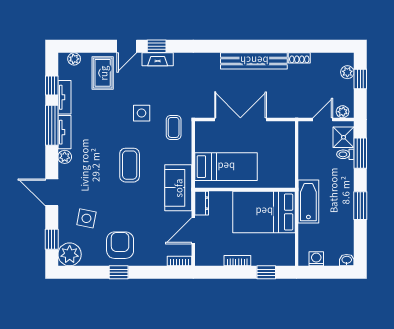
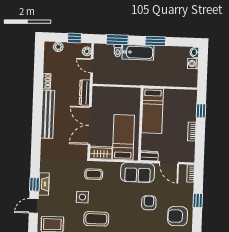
door: (127, 46) -> (34, 206), swing flipped
window: (360, 79) -> (75, 38), moved
dresser: (286, 111) -> (85, 92), added
wardrobe: (204, 136) -> (101, 153), added
shower: (343, 137) -> (105, 51), removed
coffee table: (130, 165) -> (96, 219), moved
bathtub: (308, 201) -> (138, 52), moved, turned 180
armchair: (137, 205) -> (149, 203), added
bed: (264, 212) -> (152, 111), width x0.67
washing machine: (316, 259) -> (193, 64), moved
window: (119, 272) -> (198, 200), moved

